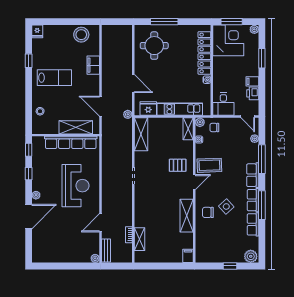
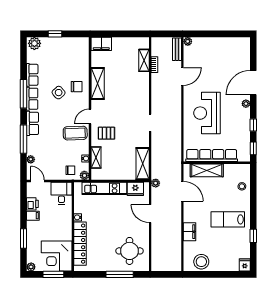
shelving: (188, 129) -> (96, 158), moved
filing cabinet: (188, 256) -> (101, 44), width x2.00

